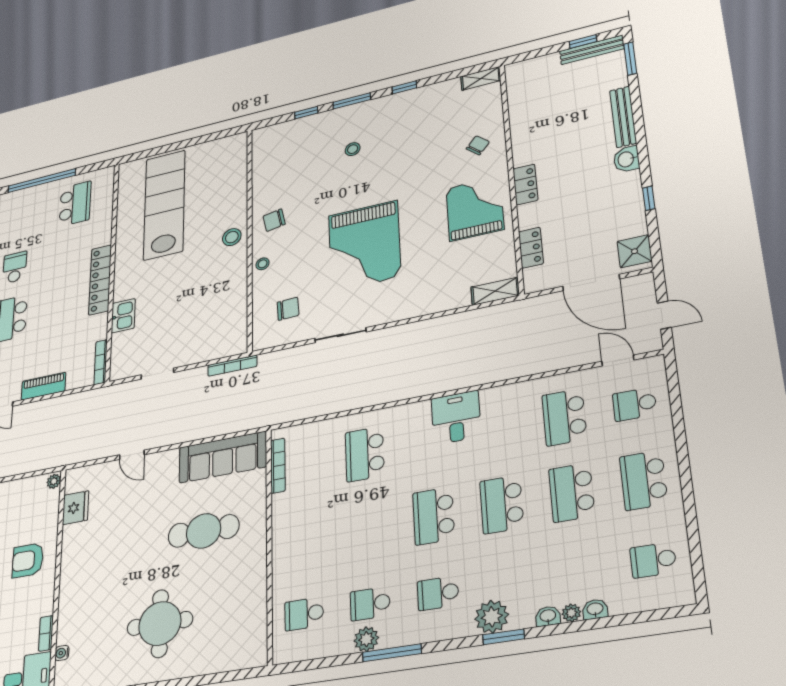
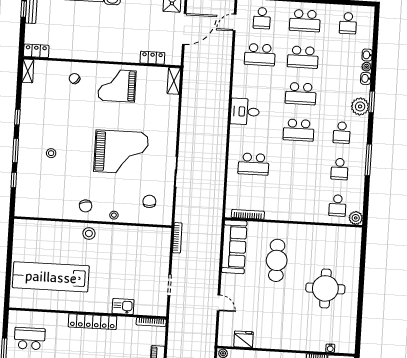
locker: (525, 184) -> (36, 51), moved
door: (132, 455) -> (218, 303), hinge flipped
plant: (366, 639) -> (356, 218), moved

